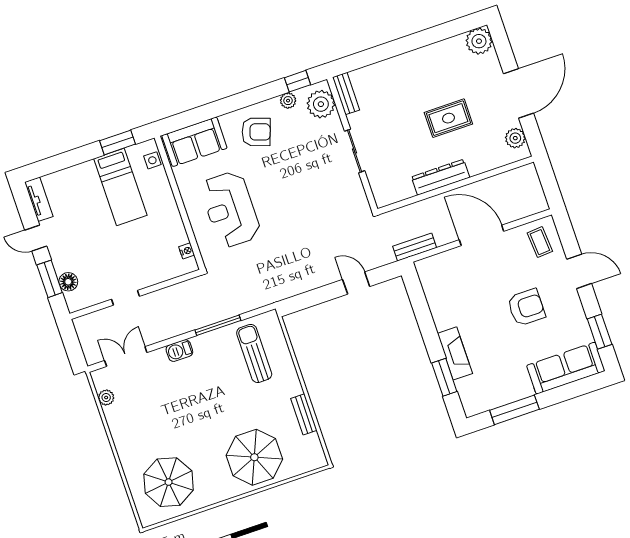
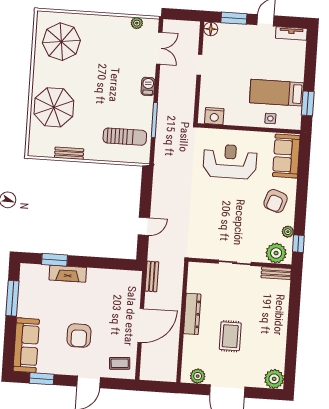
side table: (152, 160) -> (270, 118), moved
nightstand: (187, 251) -> (214, 116), width x1.89, depth x1.79
floor lamp: (68, 282) -> (211, 29), moved

